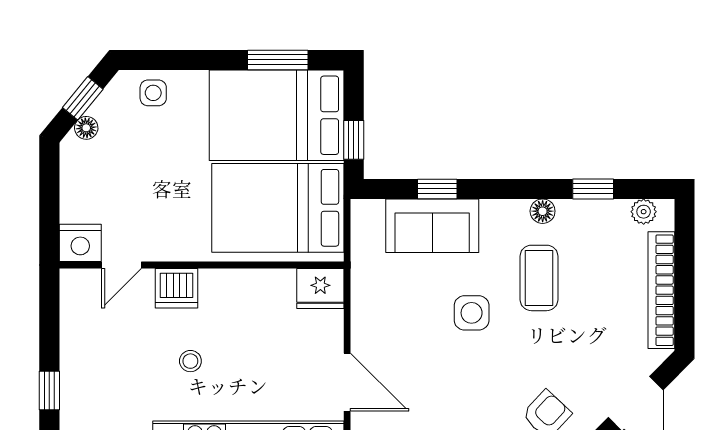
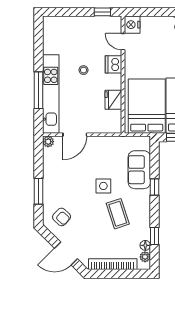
window: (437, 189) -> (154, 187), moved
floor lamp: (543, 211) -> (145, 245), moved
coffee table: (539, 278) -> (118, 214), turned 72
fridge: (320, 289) -> (113, 100), moved
window: (49, 391) -> (102, 12), moved

